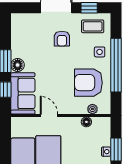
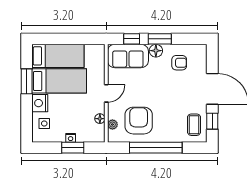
armchair: (62, 39) -> (179, 63), moved, turned 180
side table: (100, 52) -> (169, 132), removed
door: (49, 115) -> (106, 93), moved

